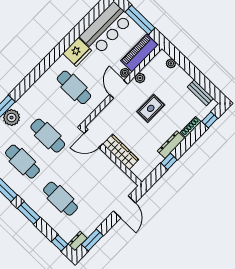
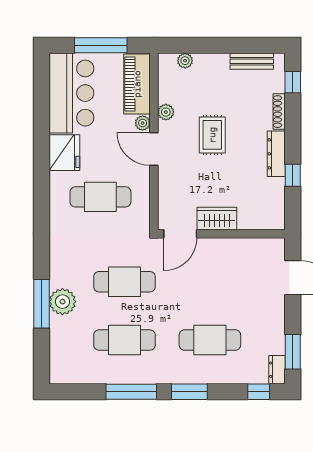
wardrobe: (121, 152) -> (217, 219), width x0.67

